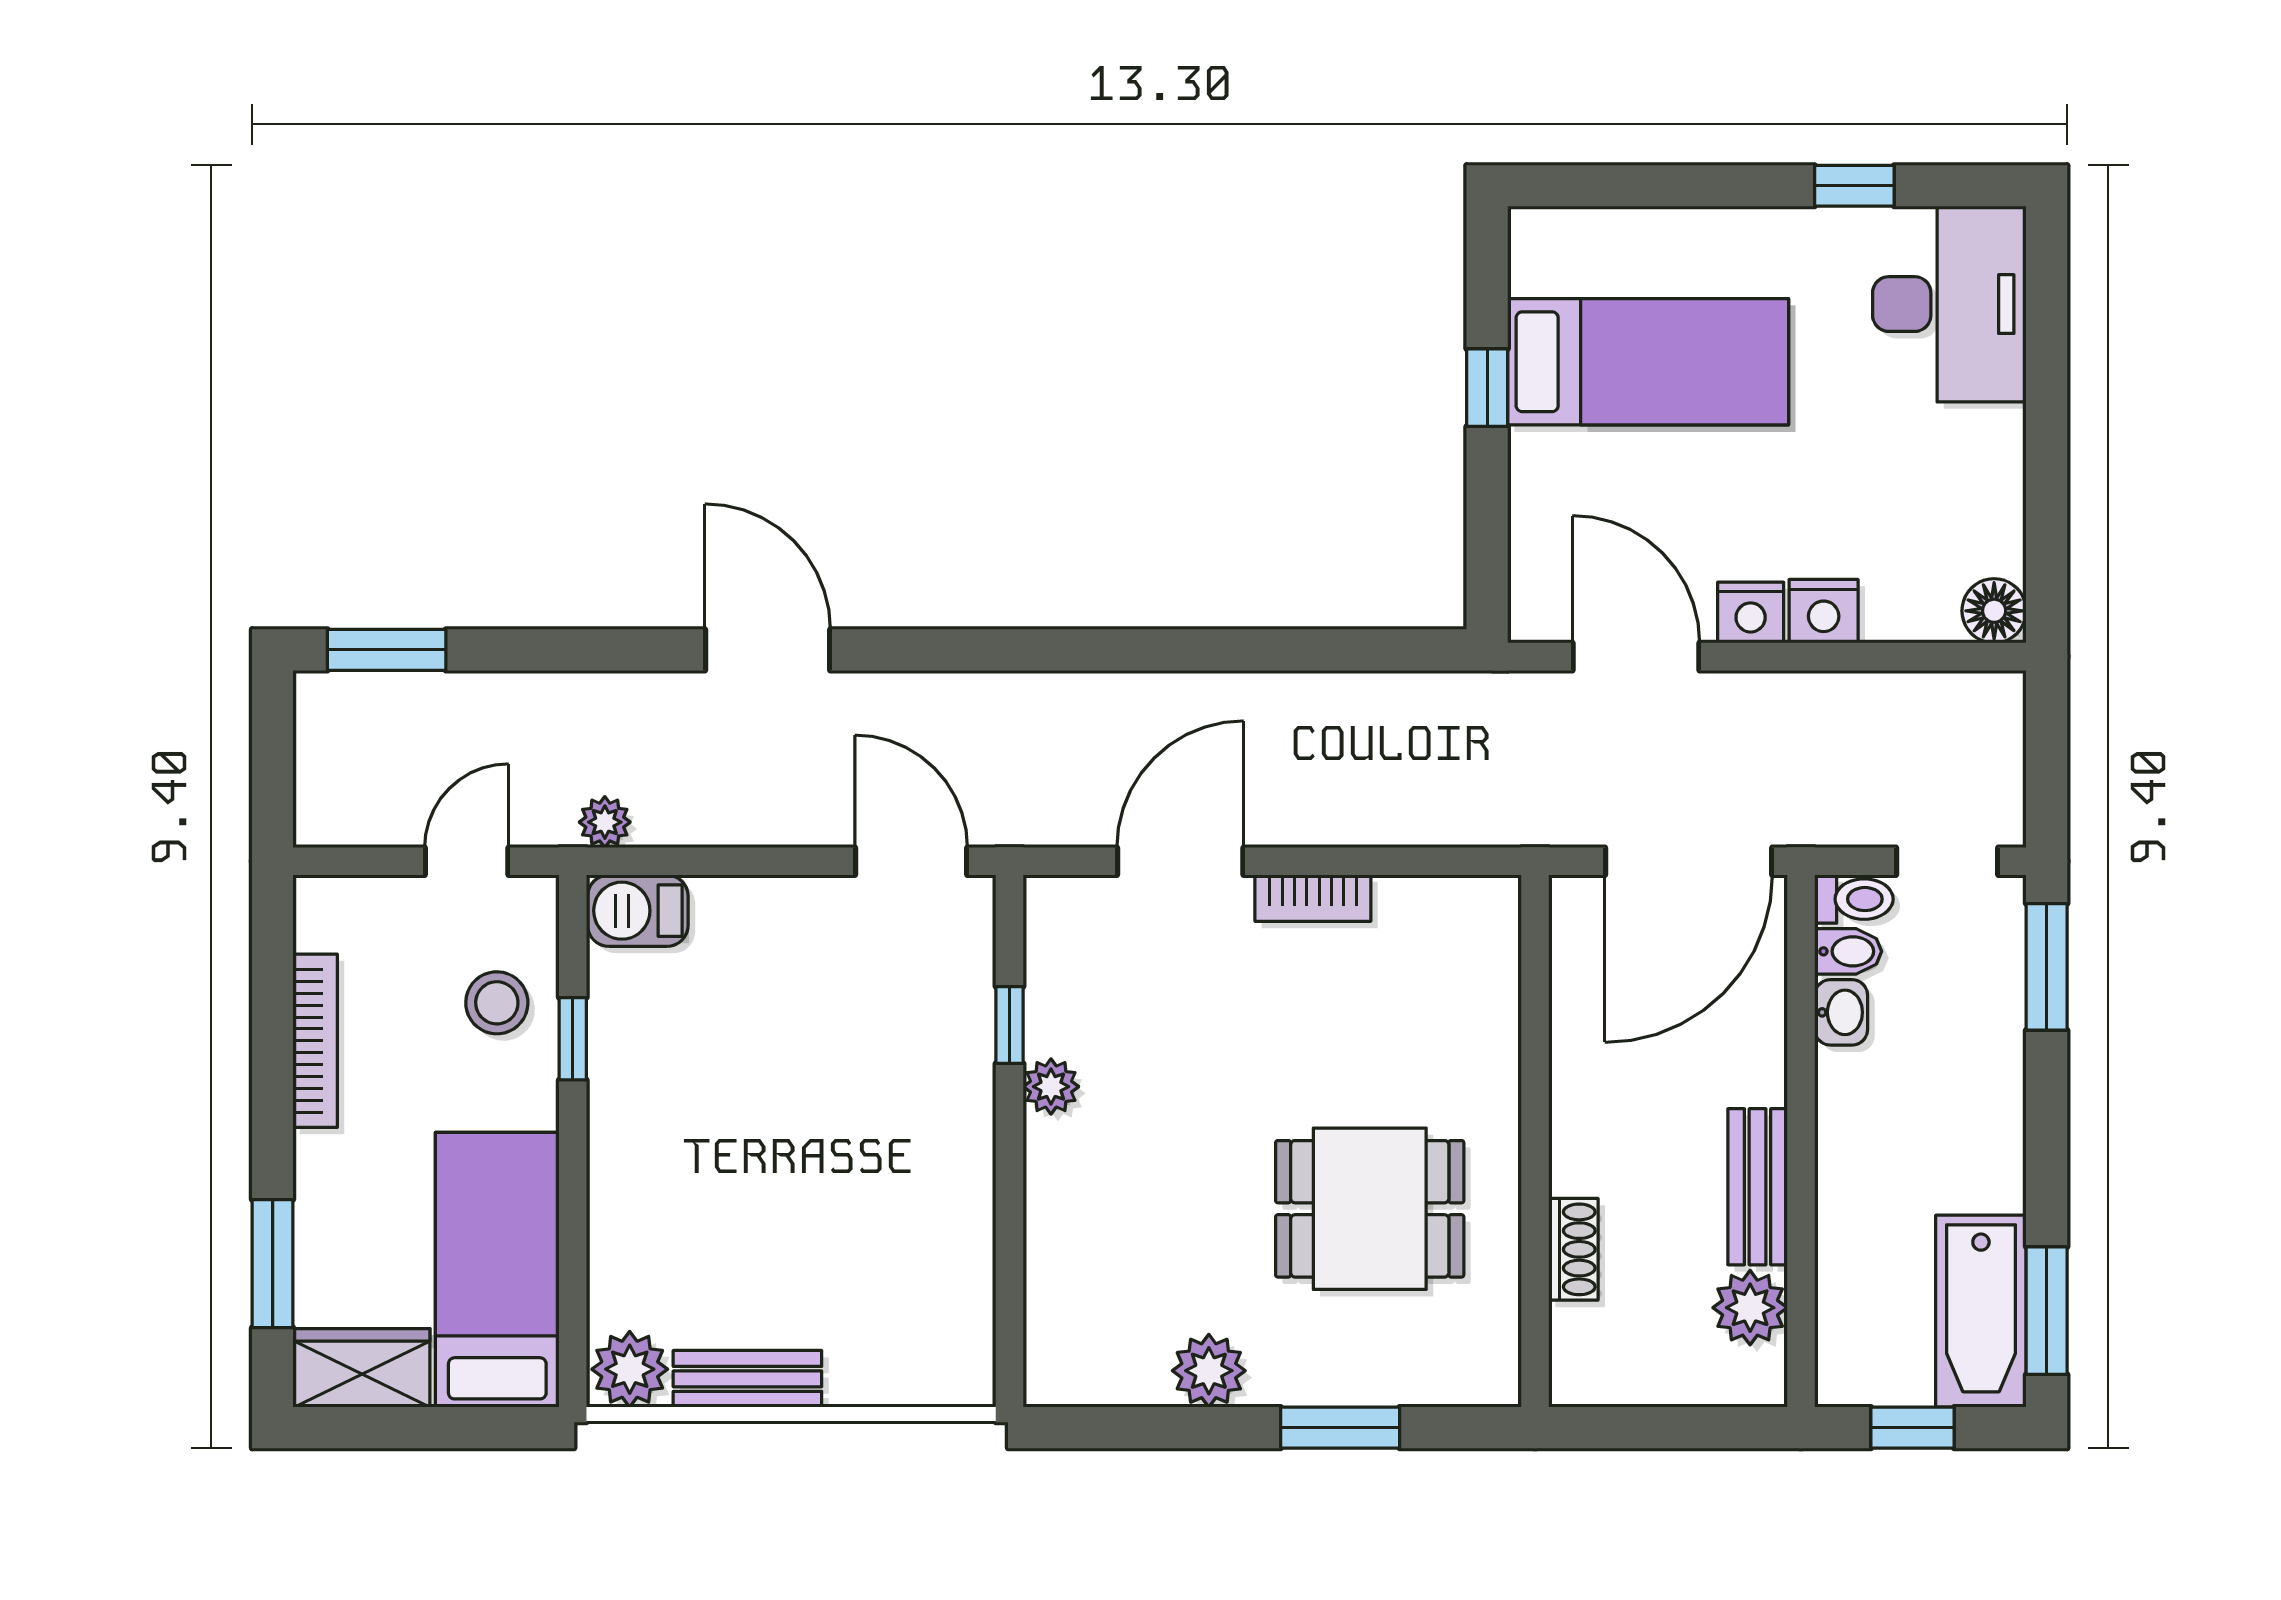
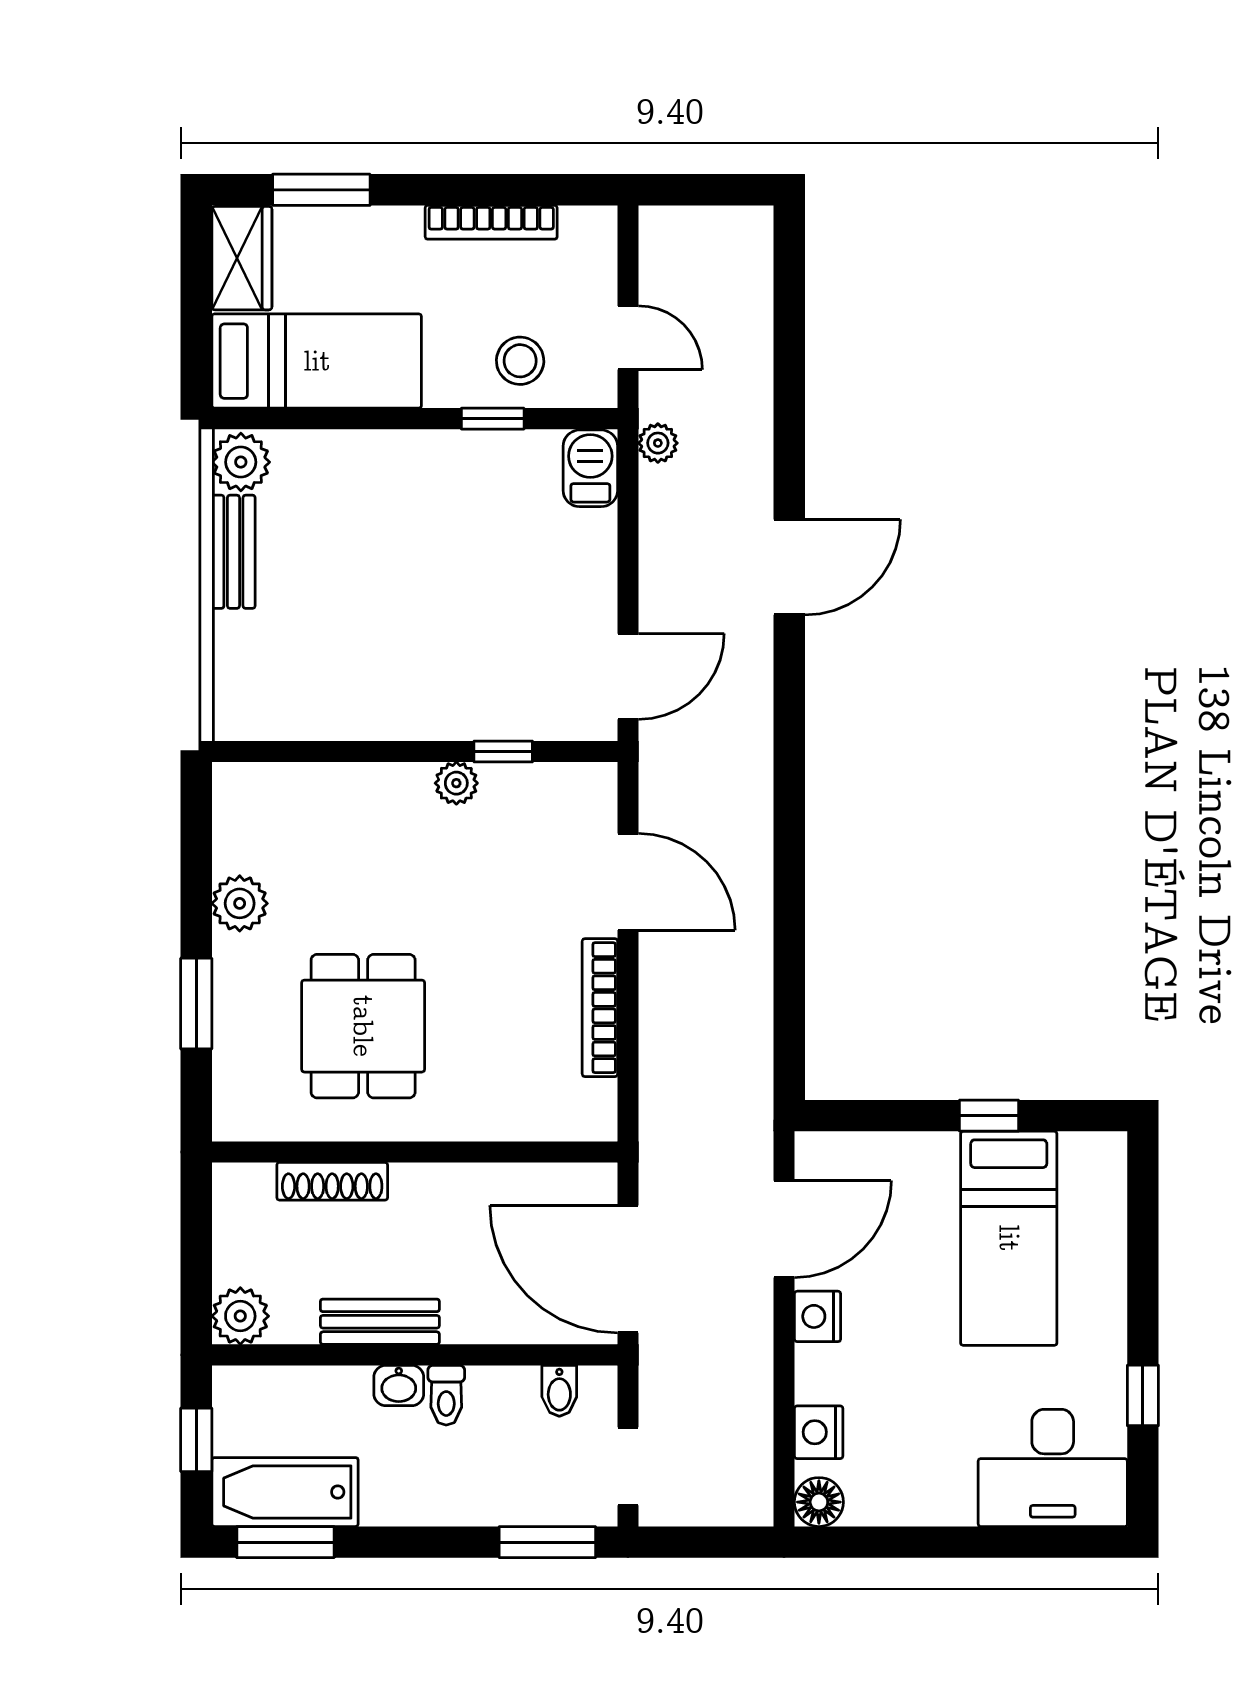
nightstand: (1824, 611) -> (819, 1432), moved
window: (387, 650) -> (789, 277), removed
bookcase: (1313, 898) -> (600, 1008), width x1.56
toilet: (1854, 899) -> (446, 1395), moved
washbasin: (1841, 1012) -> (399, 1385), moved
shoe rack: (1573, 1249) -> (332, 1181), width x1.43
plant: (1750, 1308) -> (240, 1316), moved

